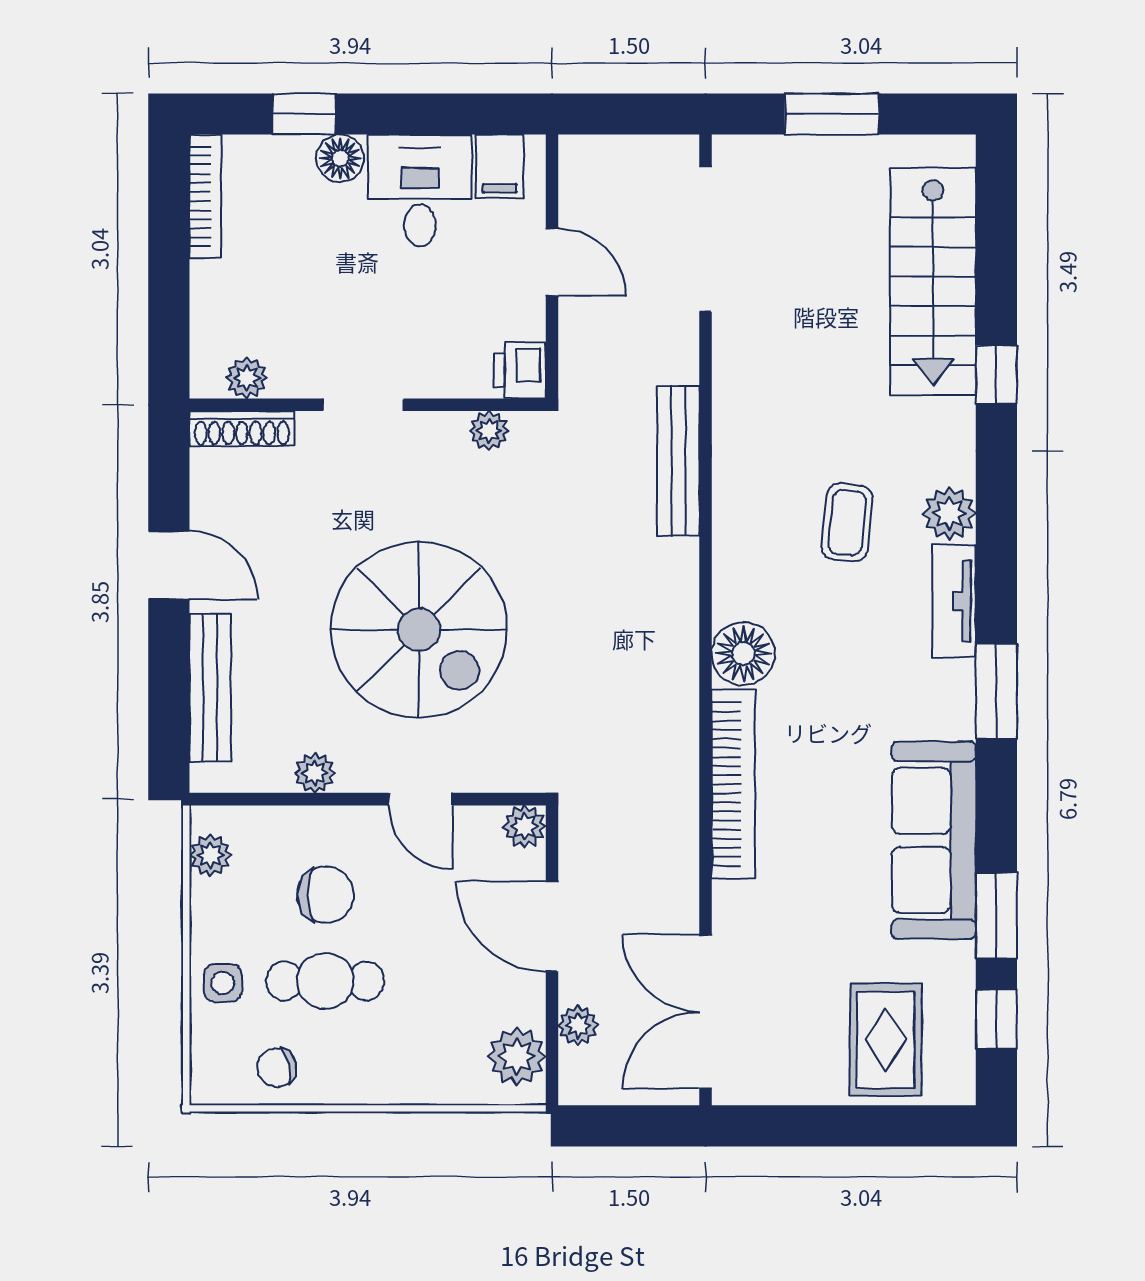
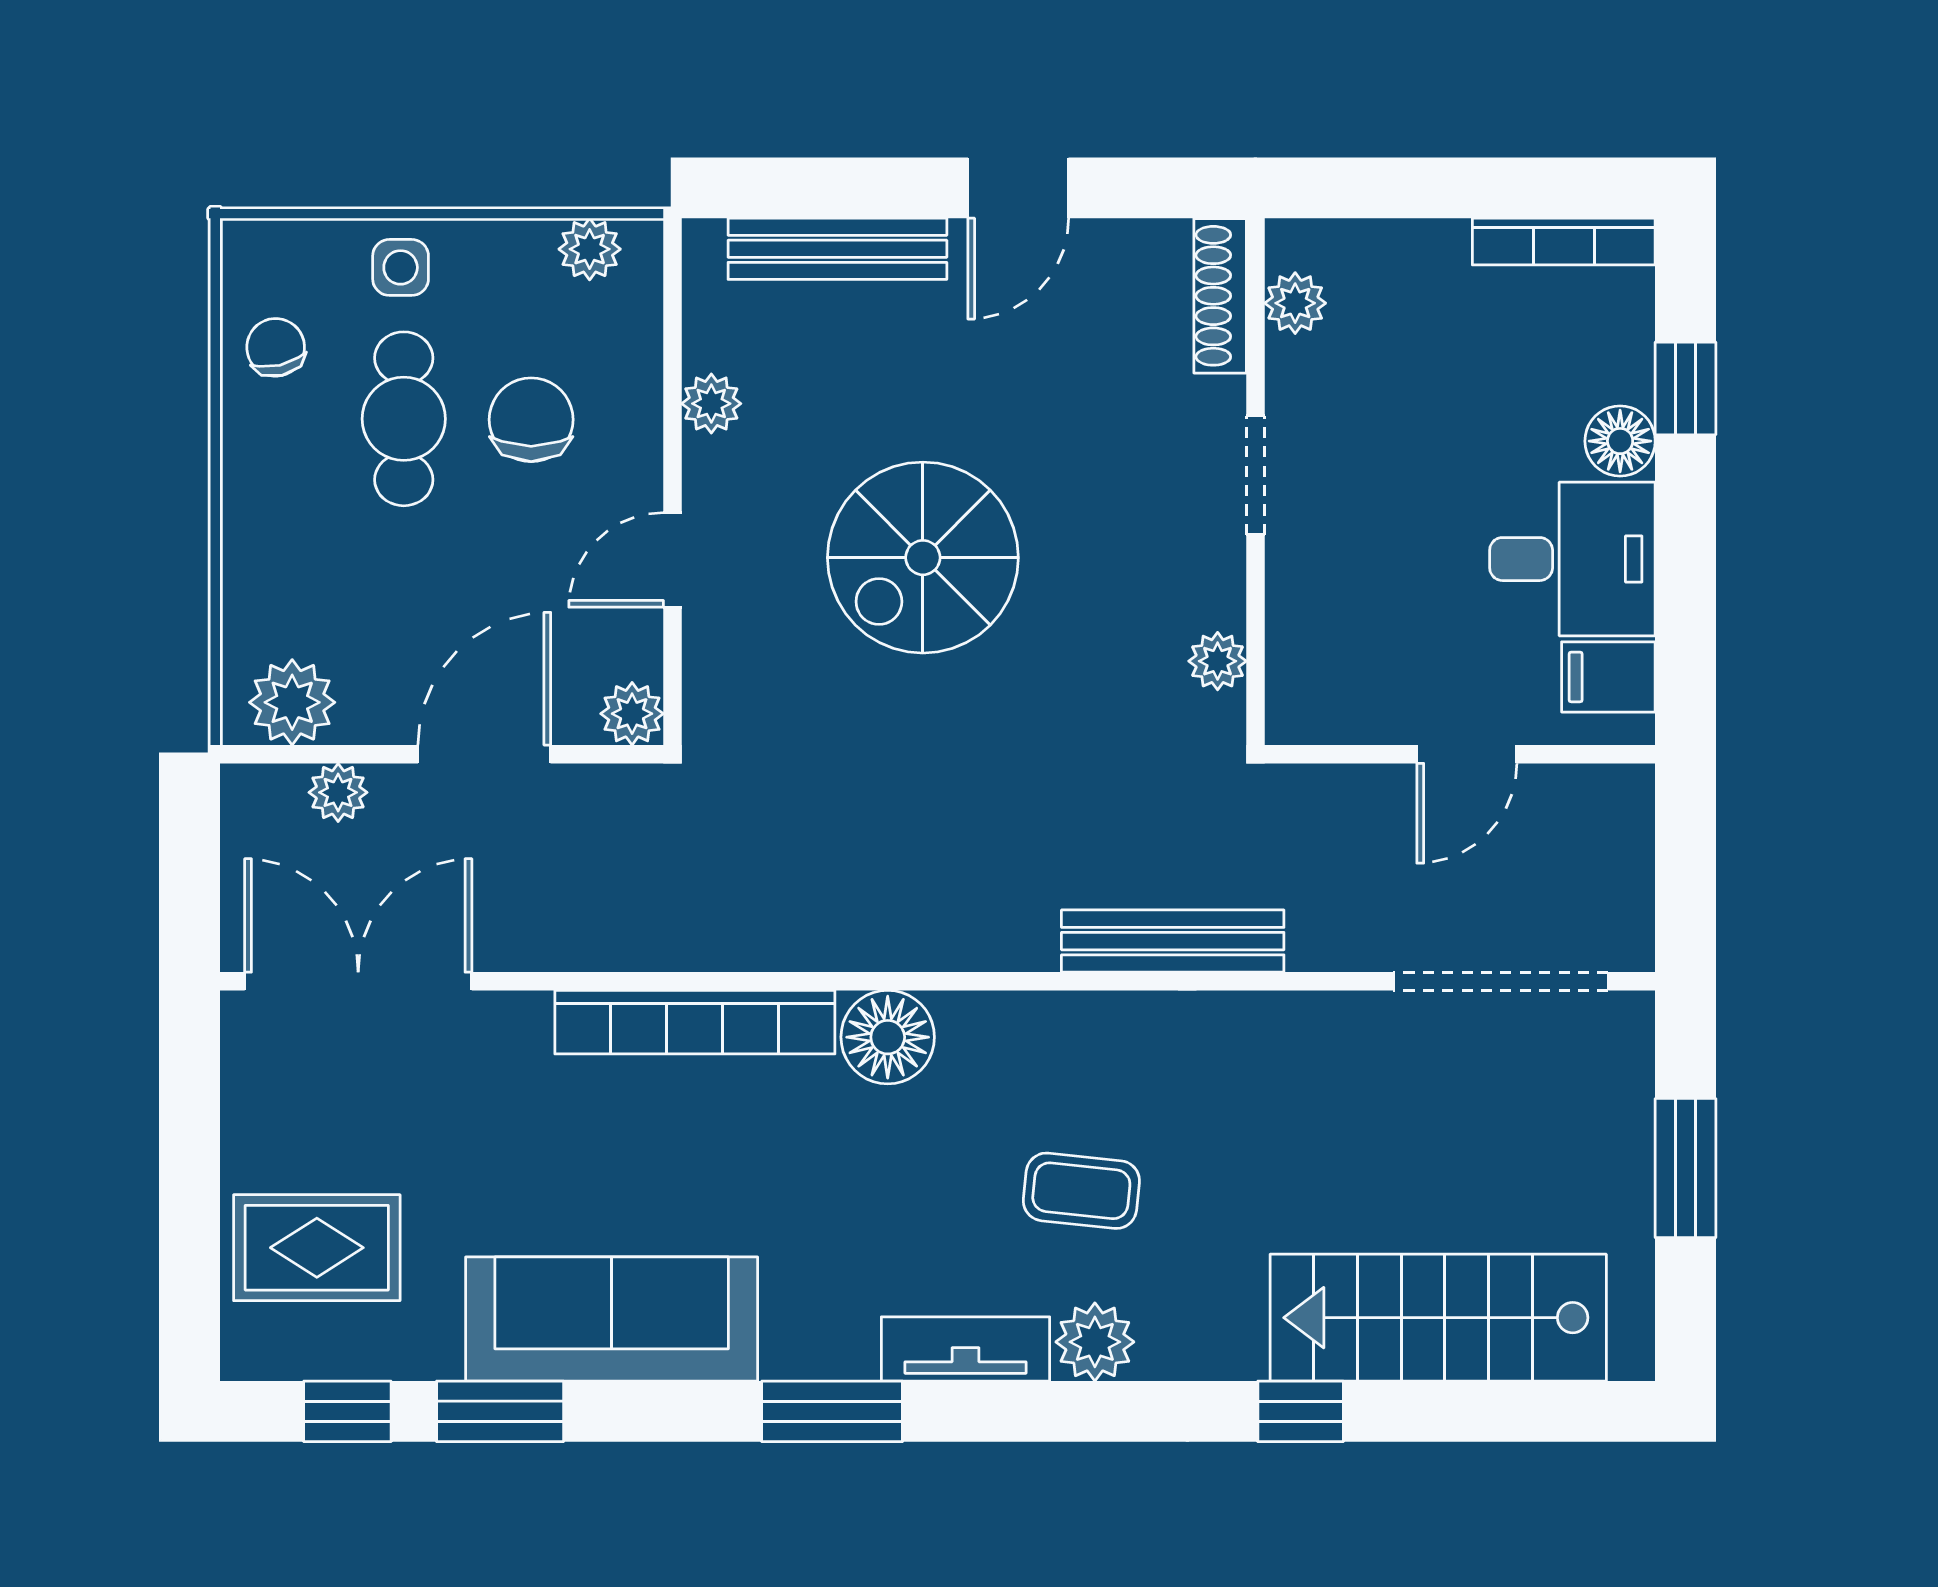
printer: (520, 370) -> (1306, 707), removed
spiral stairs: (419, 630) -> (923, 558), width x0.73, depth x0.73
chair: (326, 895) -> (531, 420), turned 180

